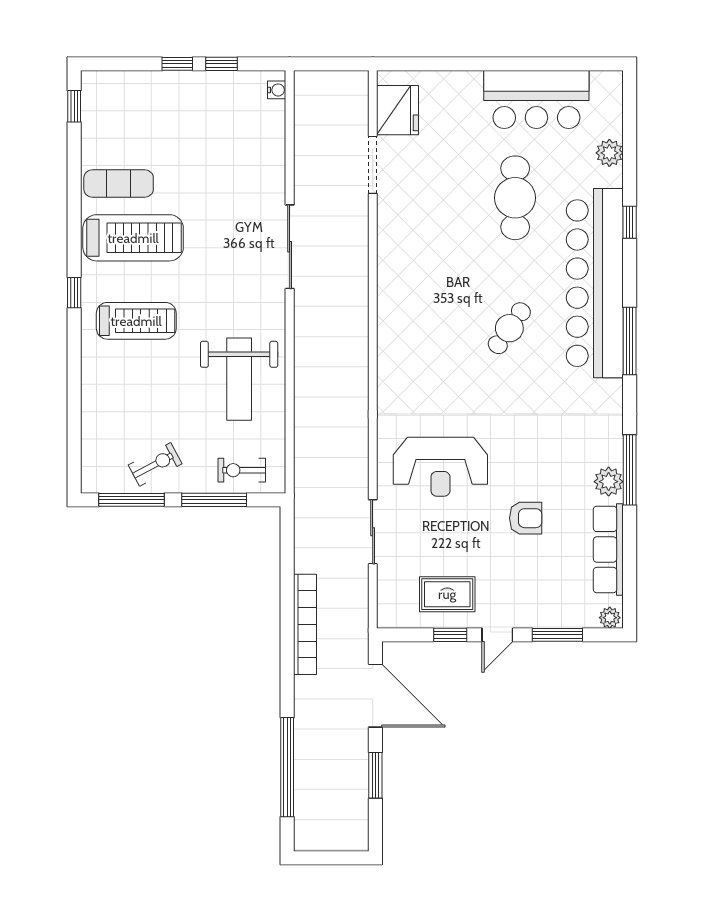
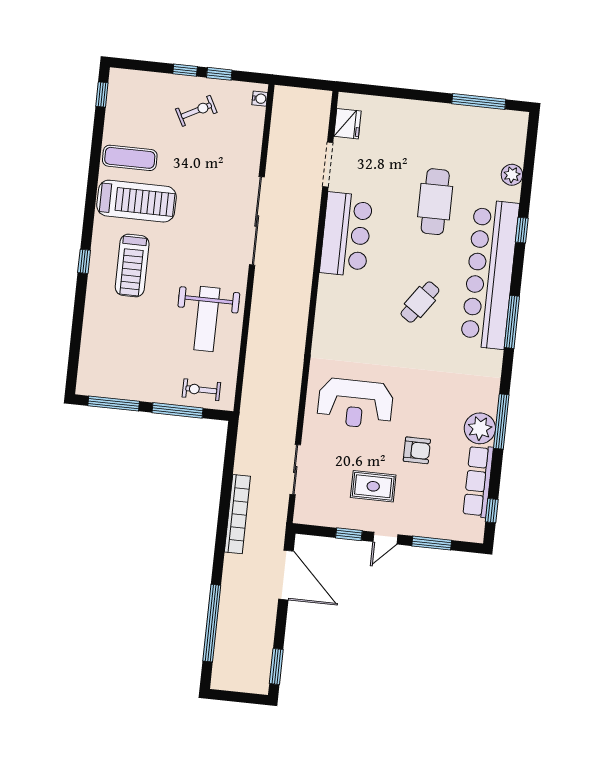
window: (557, 64) -> (479, 102), added
bar counter: (536, 99) -> (346, 234), moved, turned -90
fridge: (398, 110) -> (347, 124), width x0.73, depth x0.75
sliding door: (290, 247) -> (257, 221), width x1.36
window: (74, 293) -> (84, 261), moved
treadmill: (136, 321) -> (132, 266), turned 90
exercise bike: (155, 464) -> (196, 111), moved
plant: (609, 482) -> (480, 428), width x1.36, depth x1.36
sliding door: (373, 532) -> (295, 470), moved
window: (630, 585) -> (492, 511), added
rug: (447, 594) -> (373, 486), moved
plant: (610, 618) -> (474, 534), removed
window: (375, 775) -> (276, 667), moved

